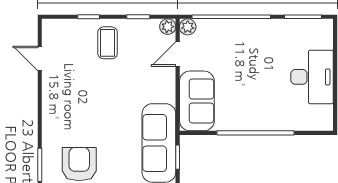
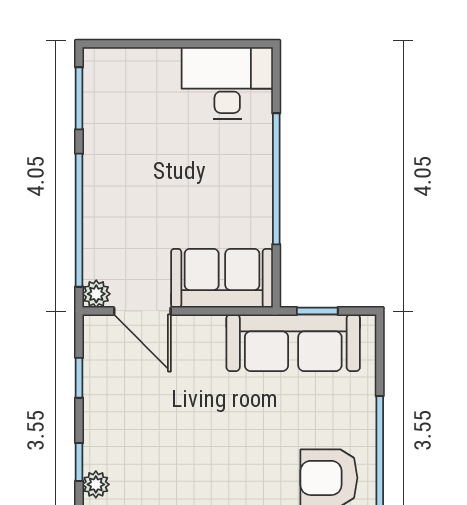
plant: (168, 27) -> (96, 484), moved
coffee table: (108, 43) -> (123, 430), removed
door: (178, 54) -> (142, 311), width x1.37
desk: (312, 77) -> (227, 83), moved

